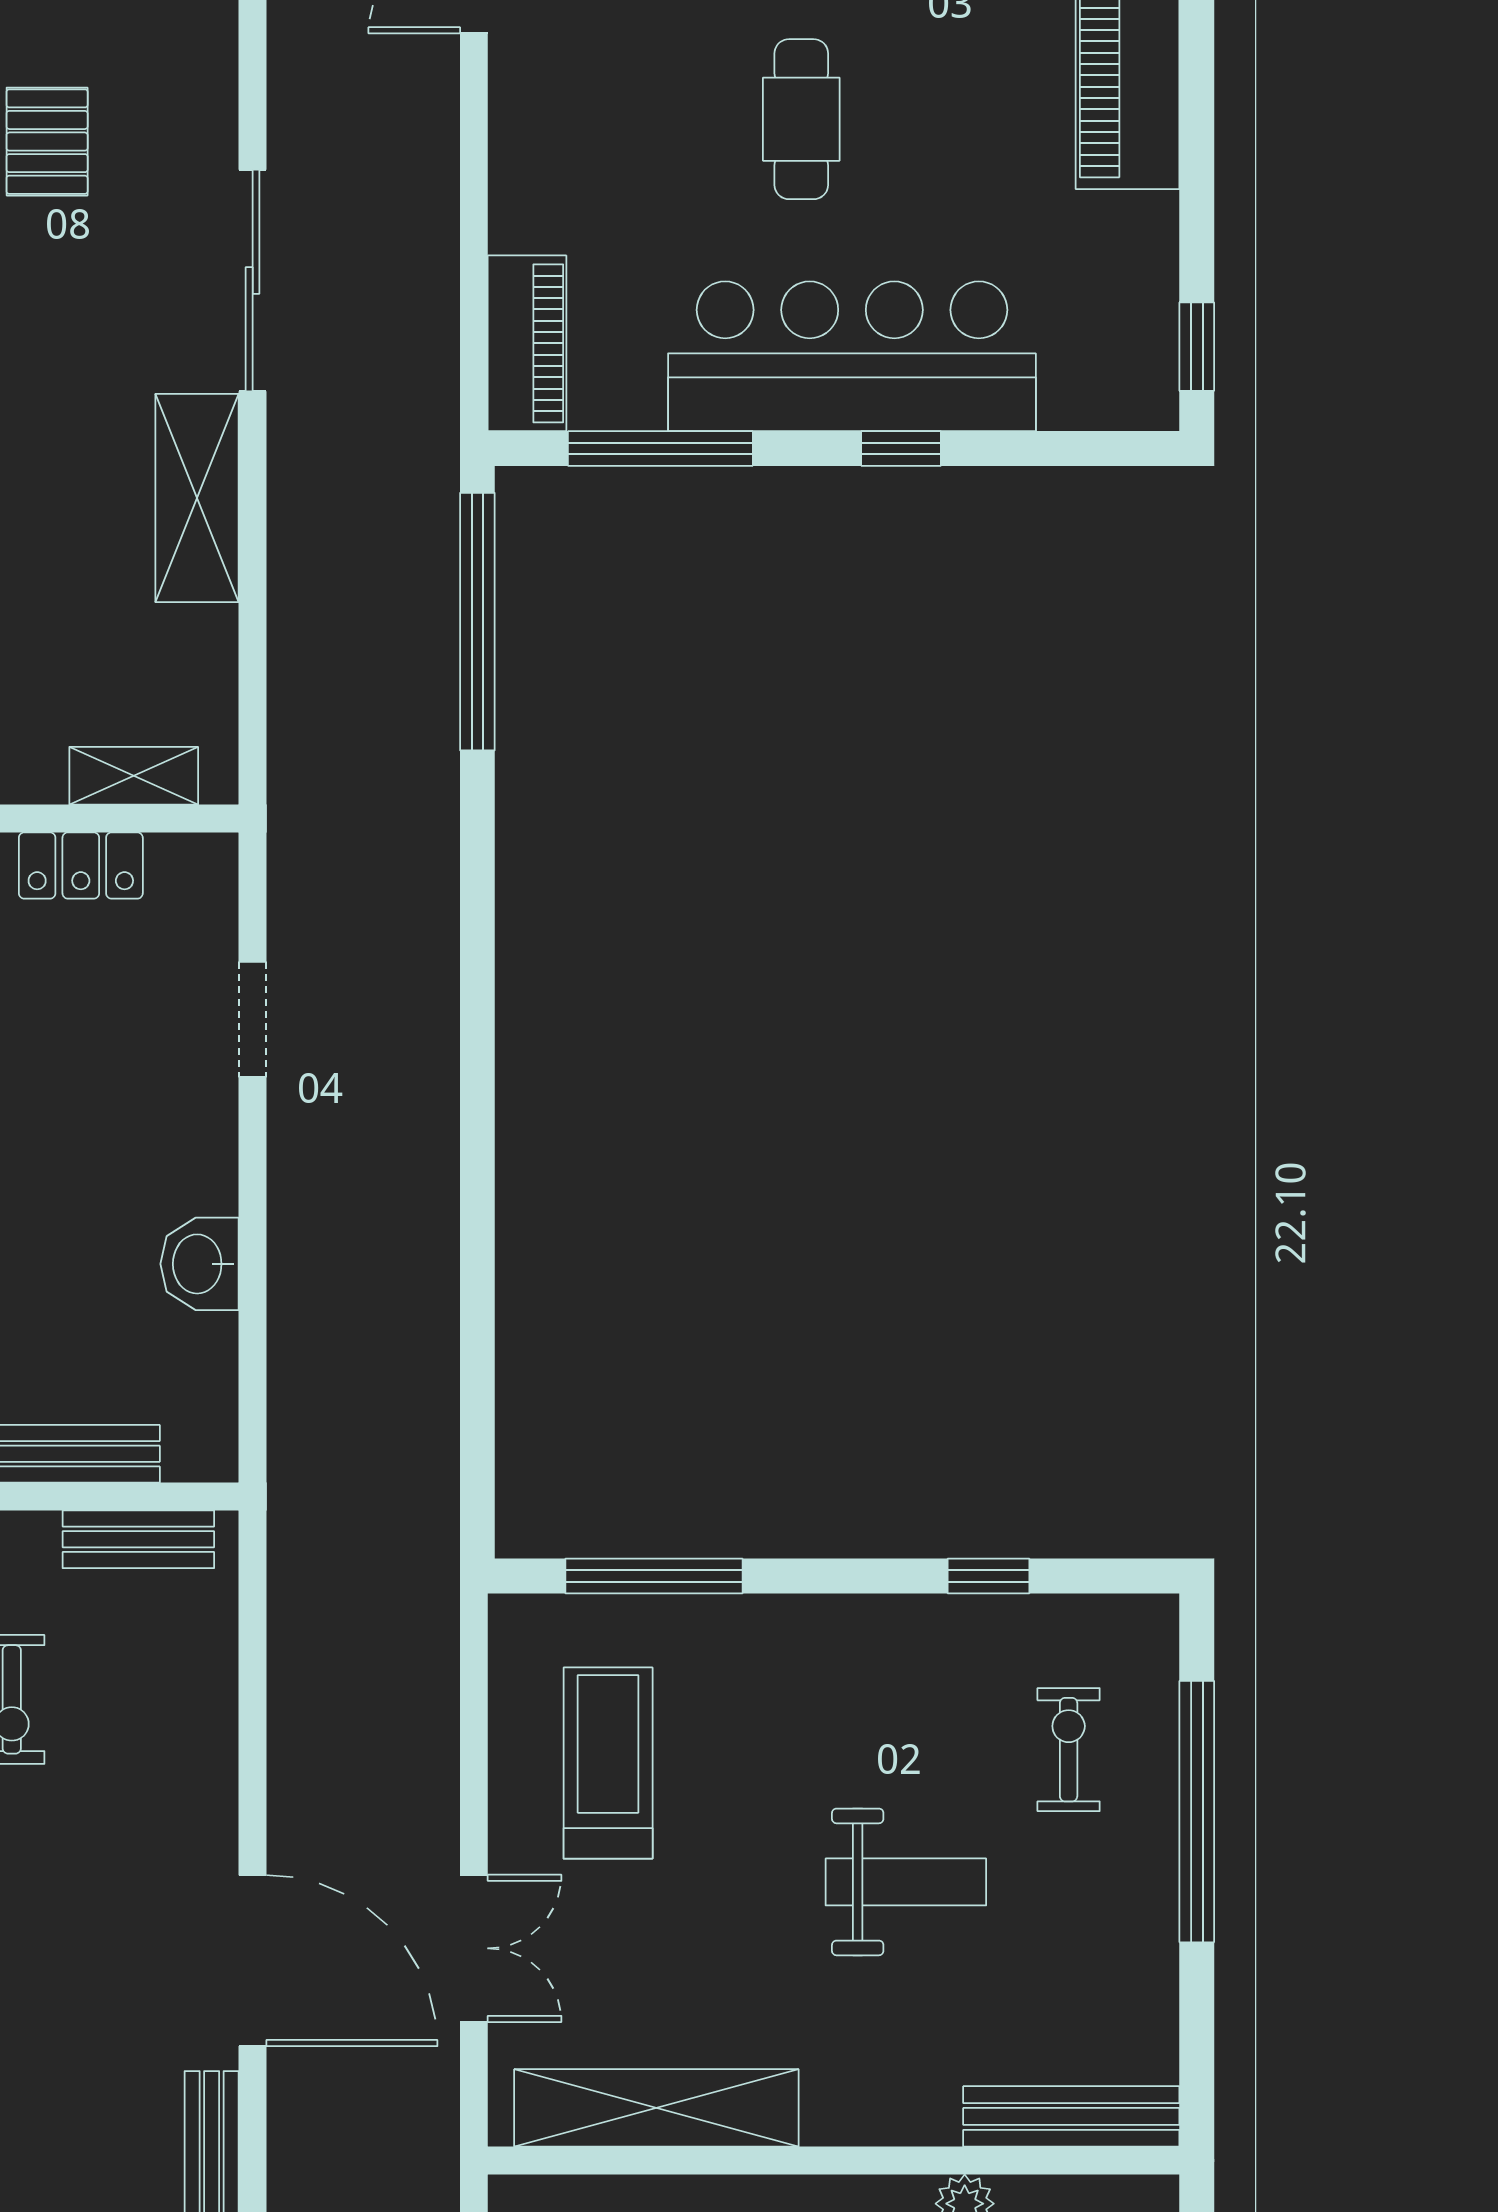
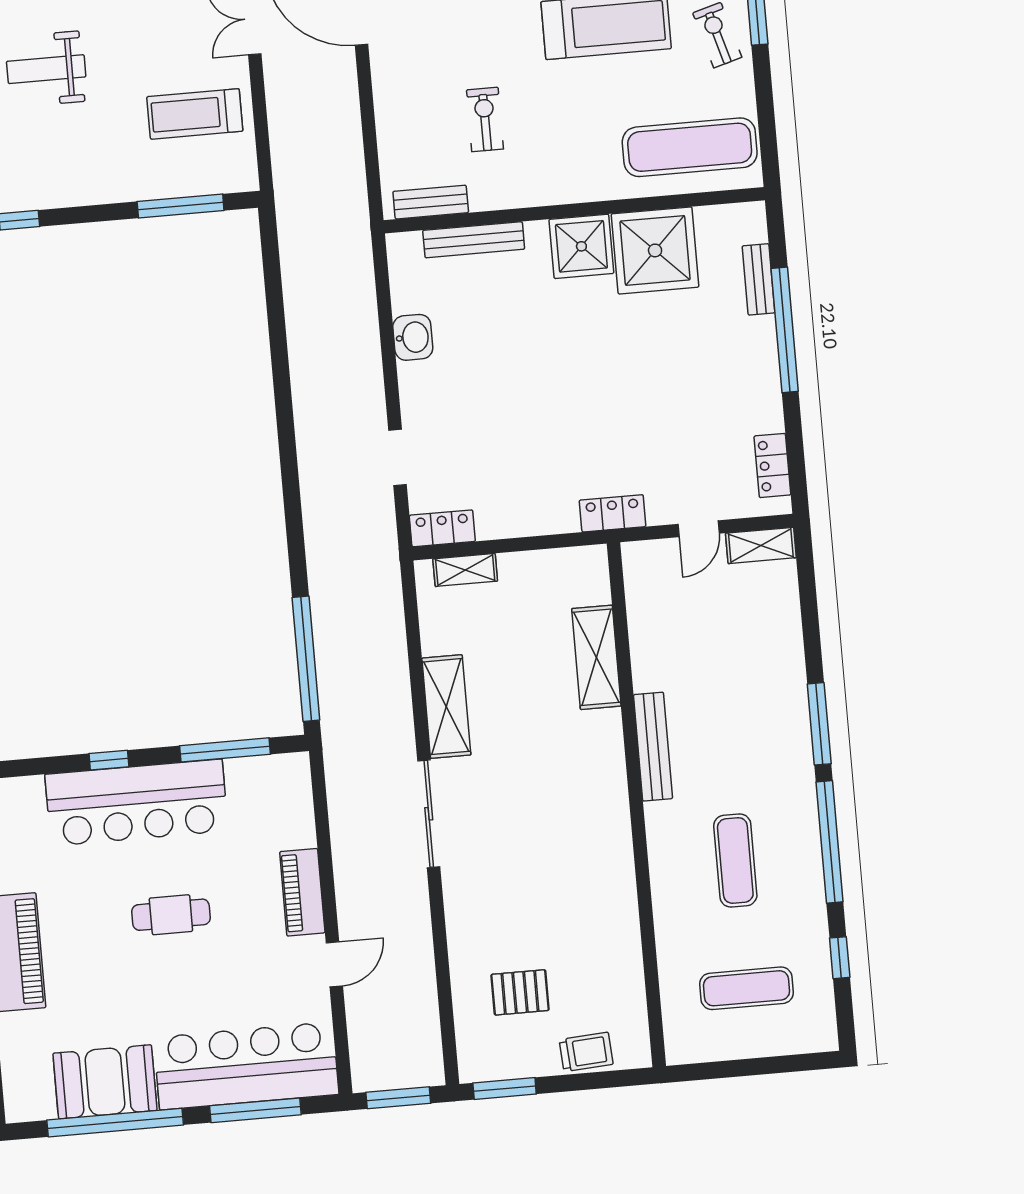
cafe table: (801, 119) -> (171, 915), turned 90
pallet: (47, 142) -> (534, 872), removed
piano: (527, 343) -> (302, 892), moved
locker: (81, 866) -> (442, 528), moved
treadmill: (608, 1763) -> (195, 114), turned 90

